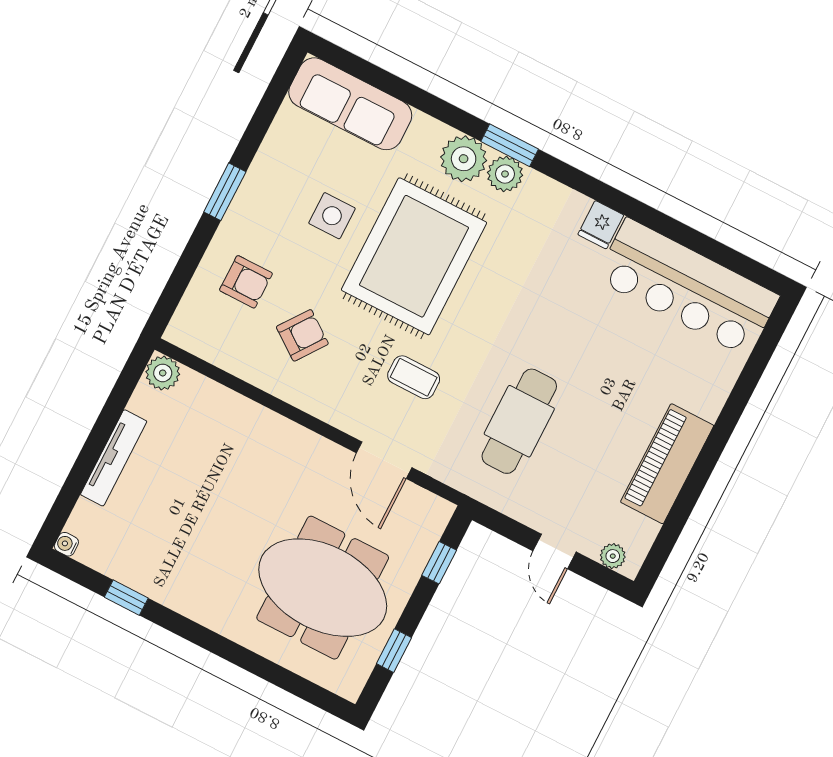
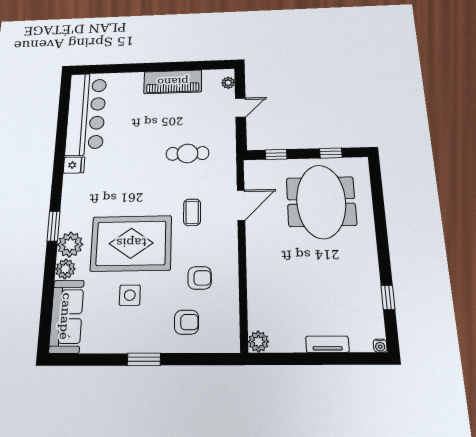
plant: (505, 174) -> (65, 269), moved
armchair: (246, 282) -> (187, 322), turned 90
armchair: (302, 335) -> (200, 278), turned 144
cafe table: (519, 421) -> (187, 153), width x0.73, depth x0.74
tv unit: (114, 458) -> (327, 344), width x0.71

